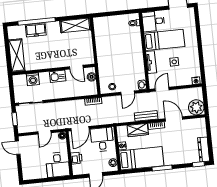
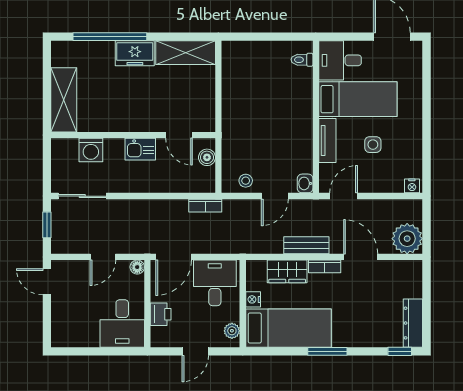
freezer: (36, 30) -> (135, 53), moved

